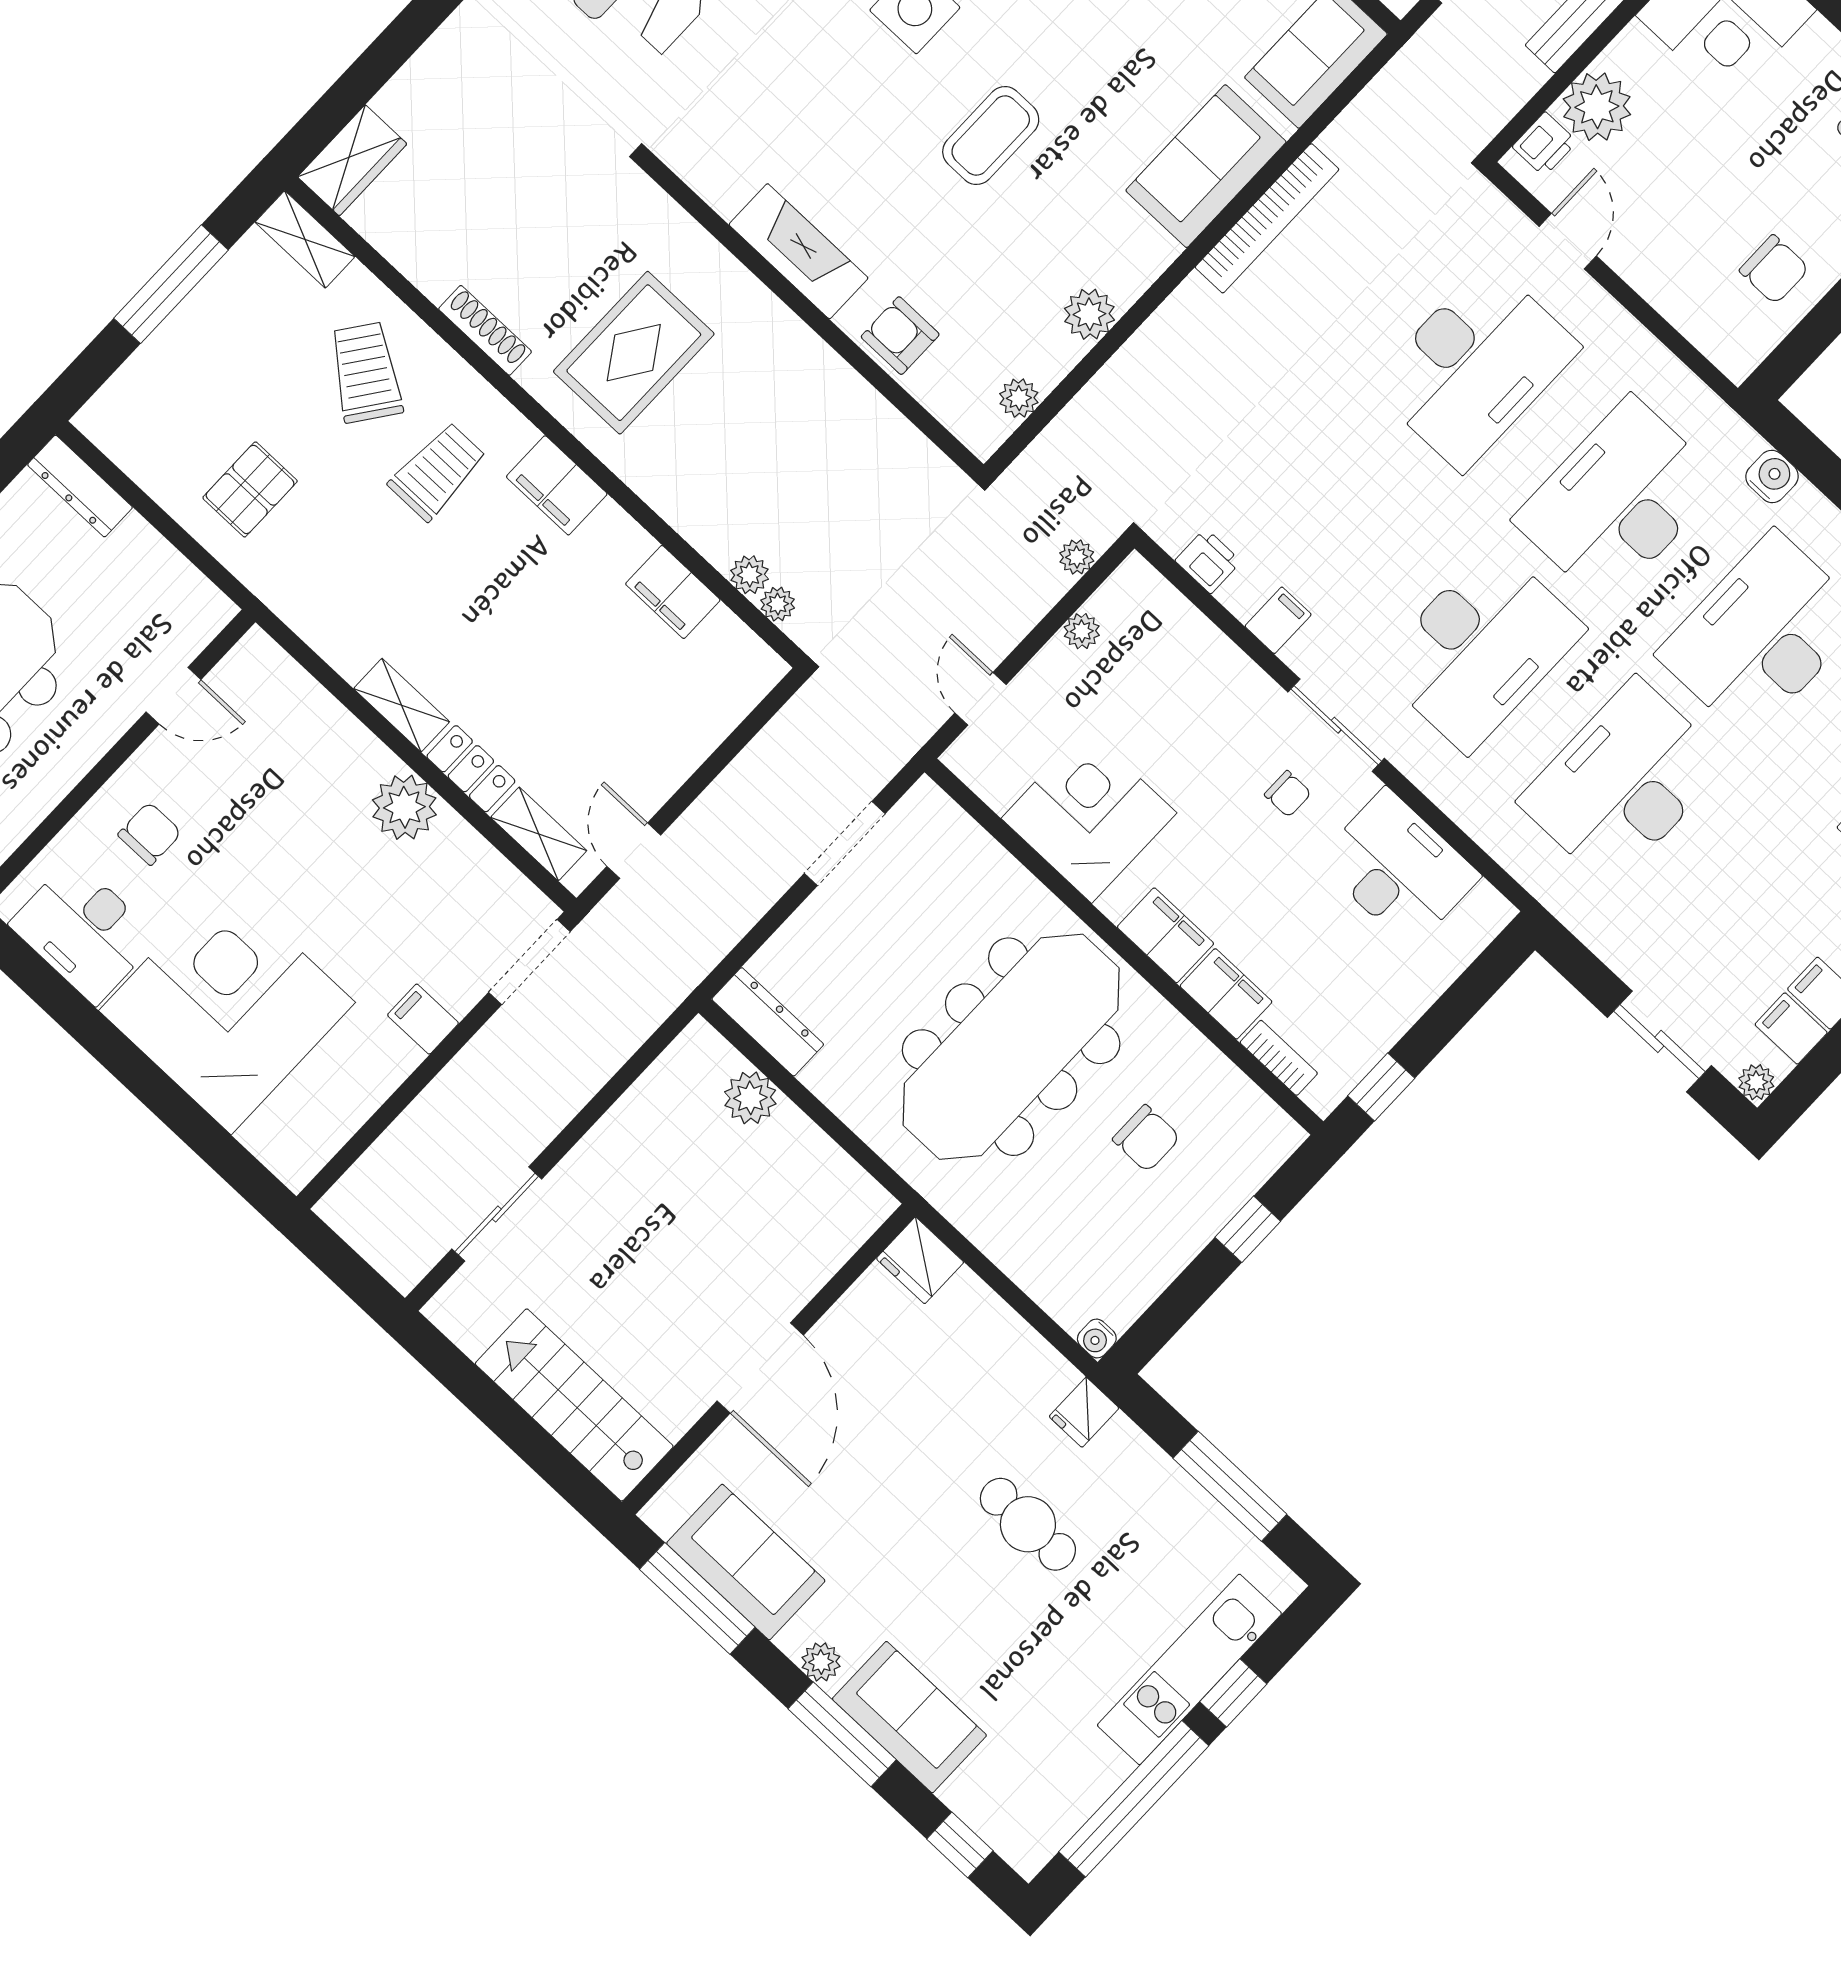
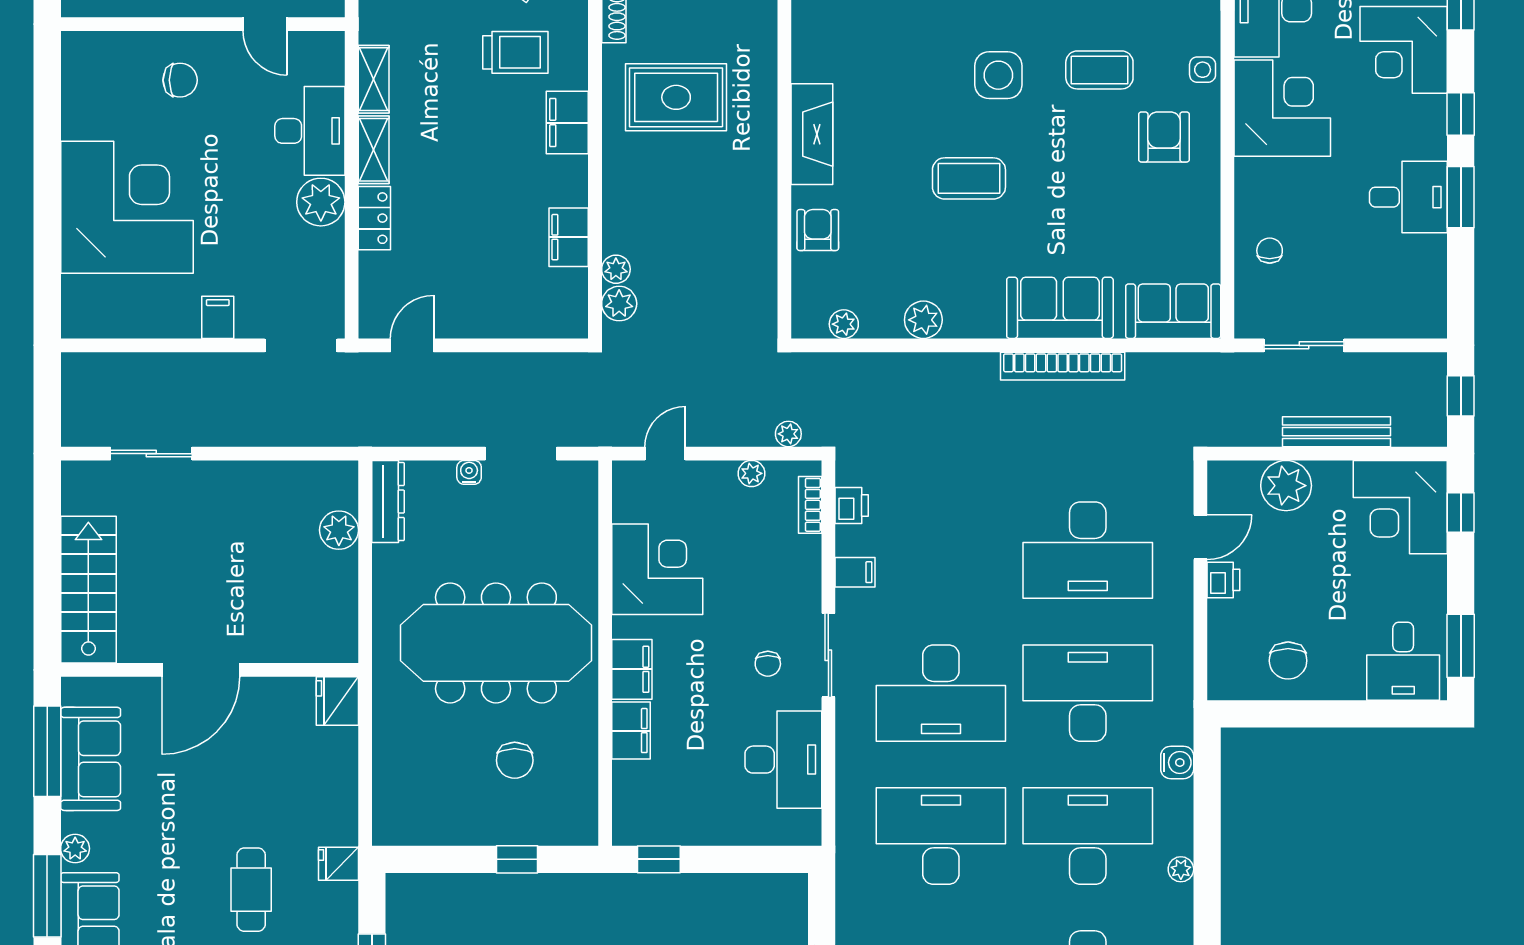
printer: (1545, 144) -> (1223, 580), moved, turned -90
plant: (778, 604) -> (619, 304), width x1.38, depth x1.38
shelving: (539, 834) -> (374, 79), moved
desk: (84, 931) -> (310, 131), moved, turned 180
bookcase: (1279, 1058) -> (810, 505), moved, turned 180
water cooler: (1097, 1338) -> (469, 472), moved, turned 90

